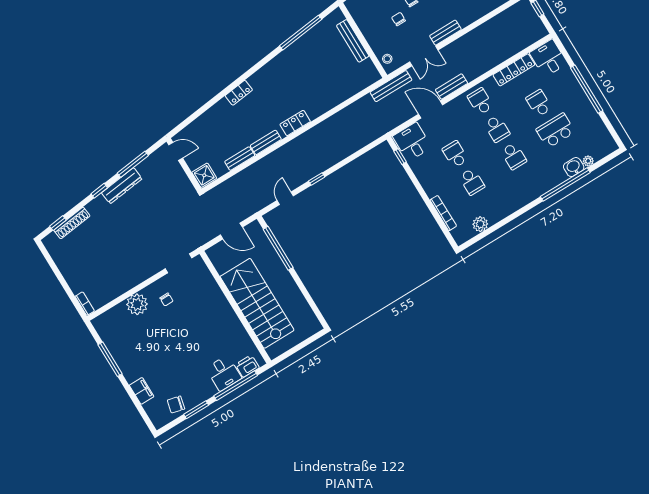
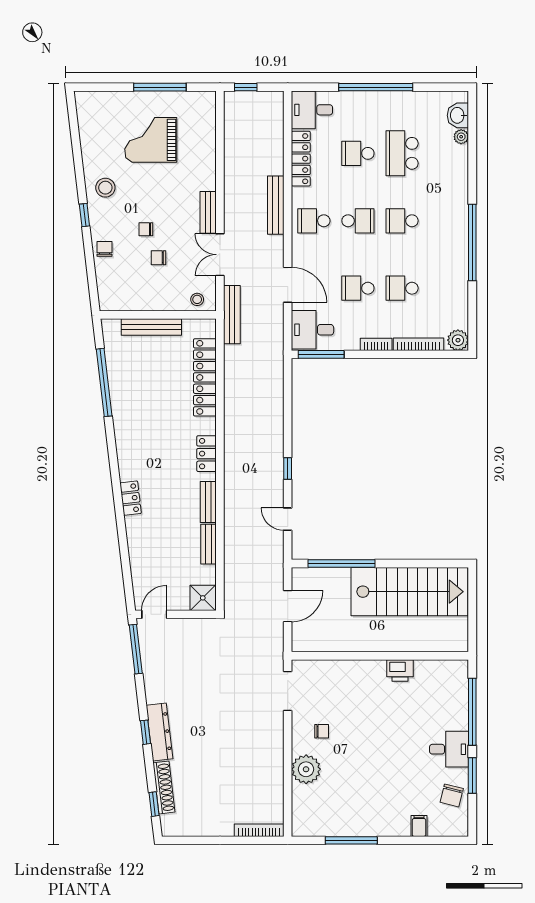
double door: (424, 56) -> (220, 255), swing flipped
bench: (452, 87) -> (276, 205), moved, width x1.36
locker: (342, 93) -> (205, 377), added
door: (431, 109) -> (288, 285), swing flipped
school desk: (514, 156) -> (402, 221), turned 180
window: (400, 157) -> (321, 354), width x2.17
window: (133, 164) -> (136, 649), moved
washbasin: (574, 167) -> (458, 115), moved
school desk: (472, 182) -> (402, 288), turned 180
window: (565, 184) -> (472, 242), moved
dresser: (122, 186) -> (159, 732), moved
bookcase: (427, 187) -> (376, 344), added
plant: (480, 224) -> (458, 340), moved
stairs: (257, 303) -> (410, 592), moved, turned 180
bookcase: (85, 304) -> (259, 830), width x1.56
printer: (247, 366) -> (400, 670), moved, turned -90
desk: (224, 373) -> (449, 749), moved
filing cabinet: (142, 391) -> (419, 826), width x0.50

